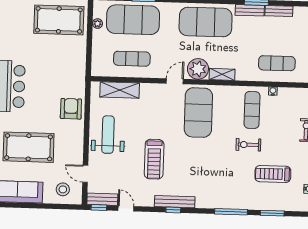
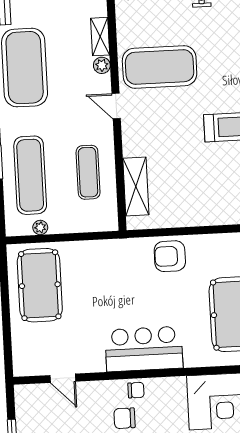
exercise mat: (133, 20) -> (30, 175), width x0.68
plant: (198, 69) -> (102, 65), width x0.53, depth x0.53
weight bench: (108, 135) -> (203, 198), removed

